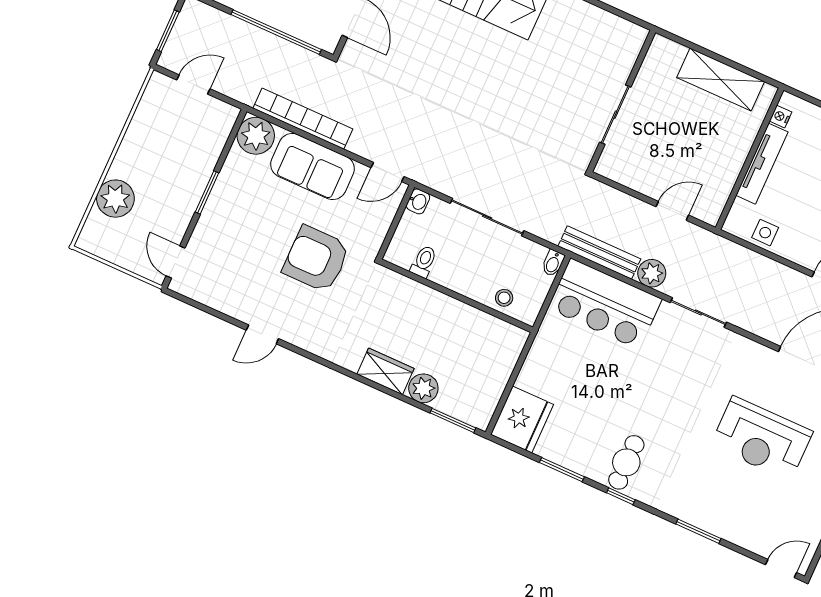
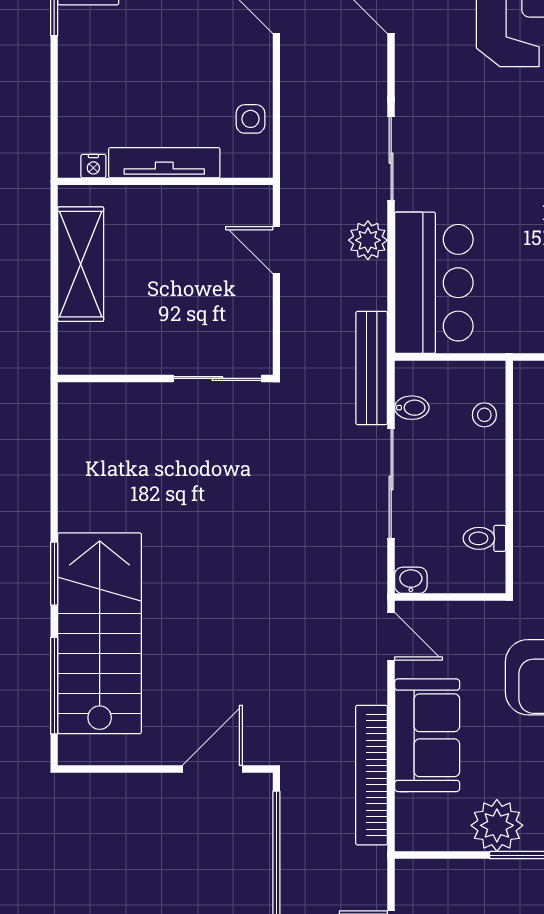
sliding door: (615, 115) -> (217, 378), moved
plant: (256, 136) -> (497, 825), moved
bench: (599, 253) -> (372, 368), moved
bidet: (553, 263) -> (412, 408), moved

